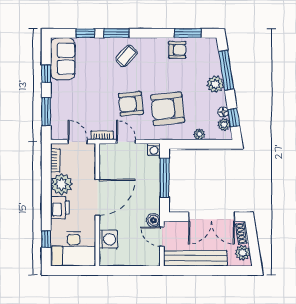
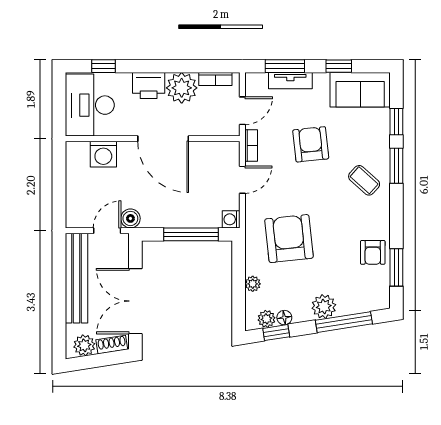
armchair: (131, 104) -> (311, 144), moved
tv unit: (56, 108) -> (290, 81), added

